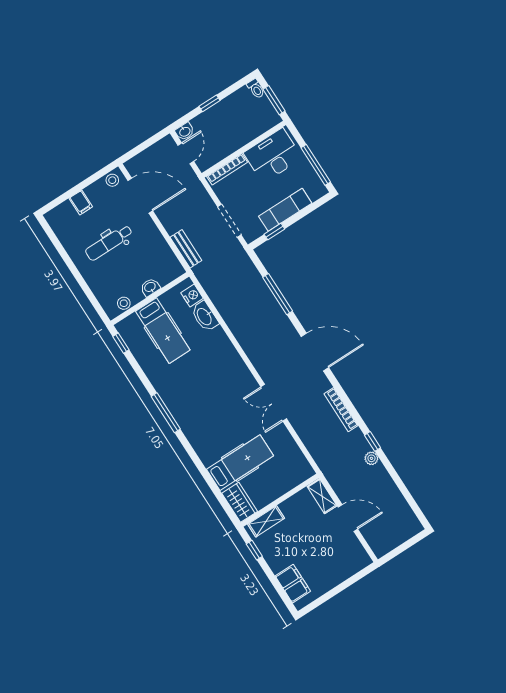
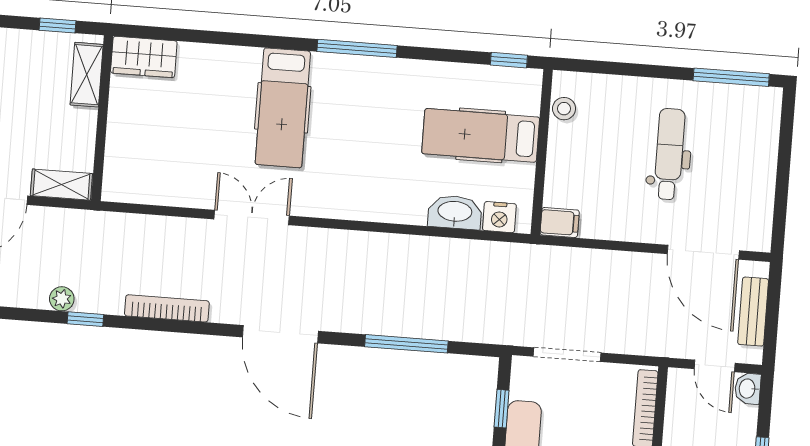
stool: (112, 180) -> (757, 228), removed
door: (140, 196) -> (703, 252), hinge flipped
filing cabinet: (81, 202) -> (560, 222), moved, turned 180
window: (55, 241) -> (731, 77), added
bench: (186, 249) -> (753, 312), moved, turned 90
washbasin: (150, 287) -> (558, 165), removed
door: (315, 352) -> (280, 334), hinge flipped
hospital bed: (240, 463) -> (283, 108), moved

